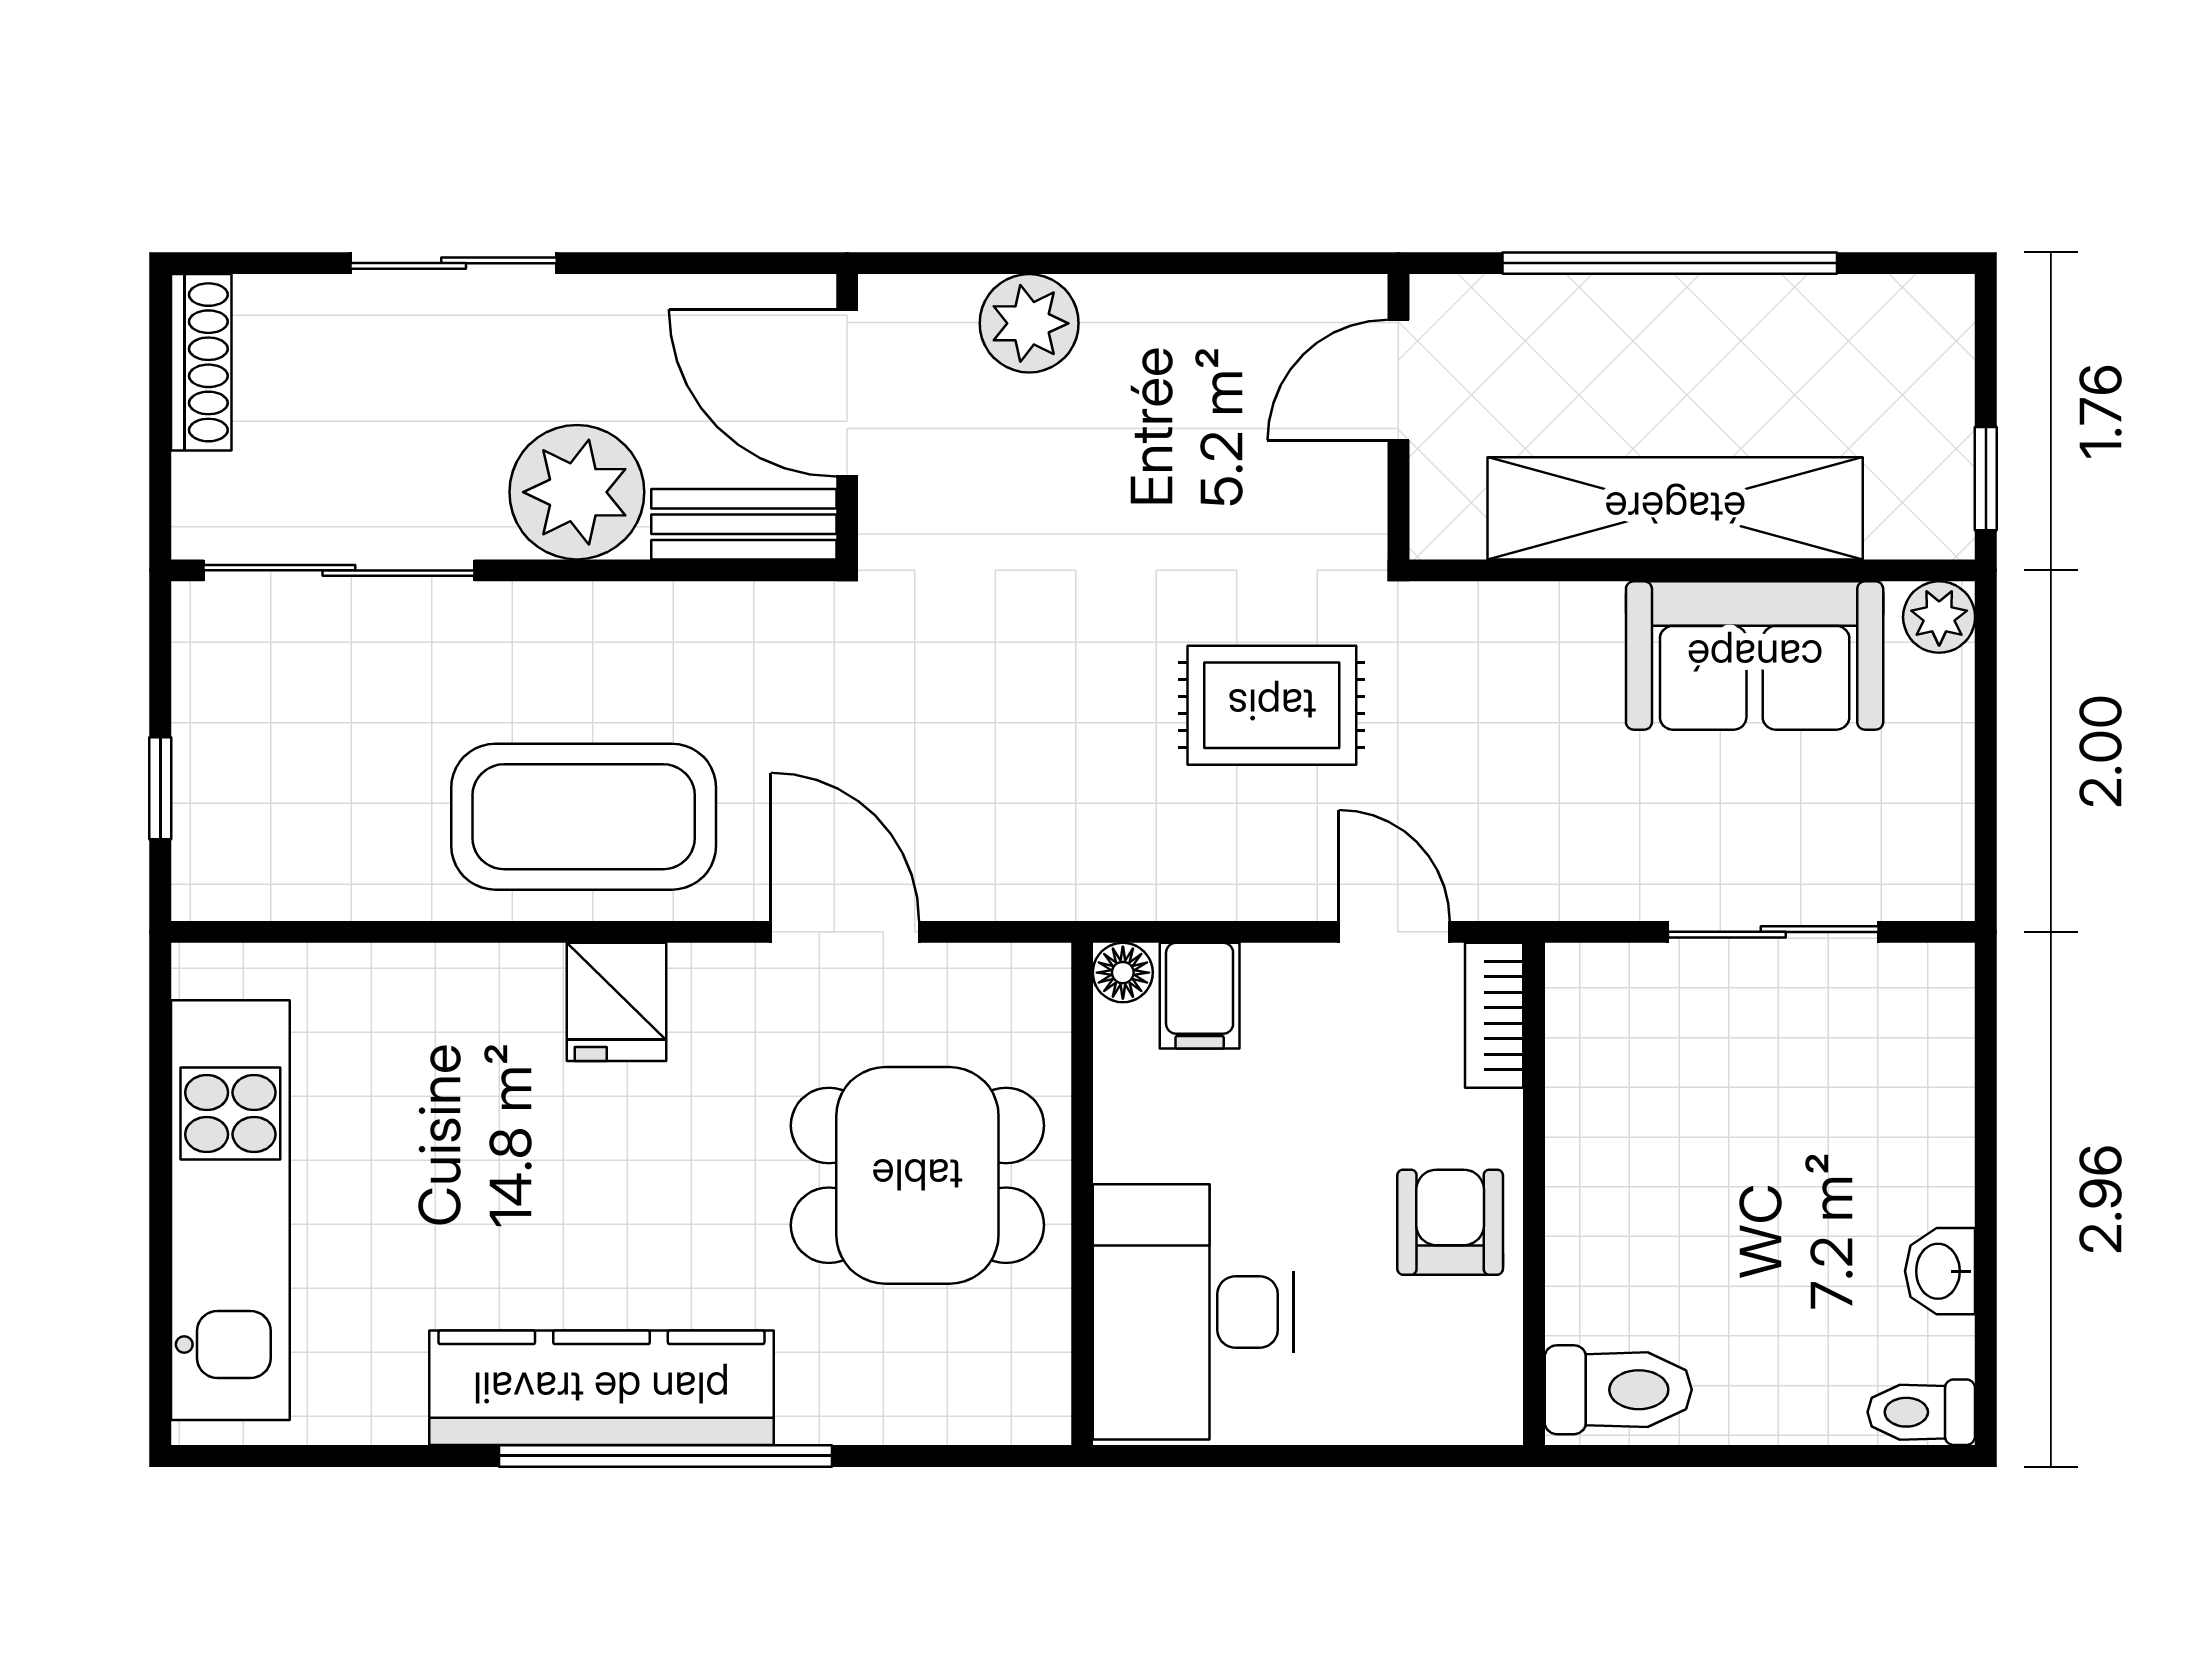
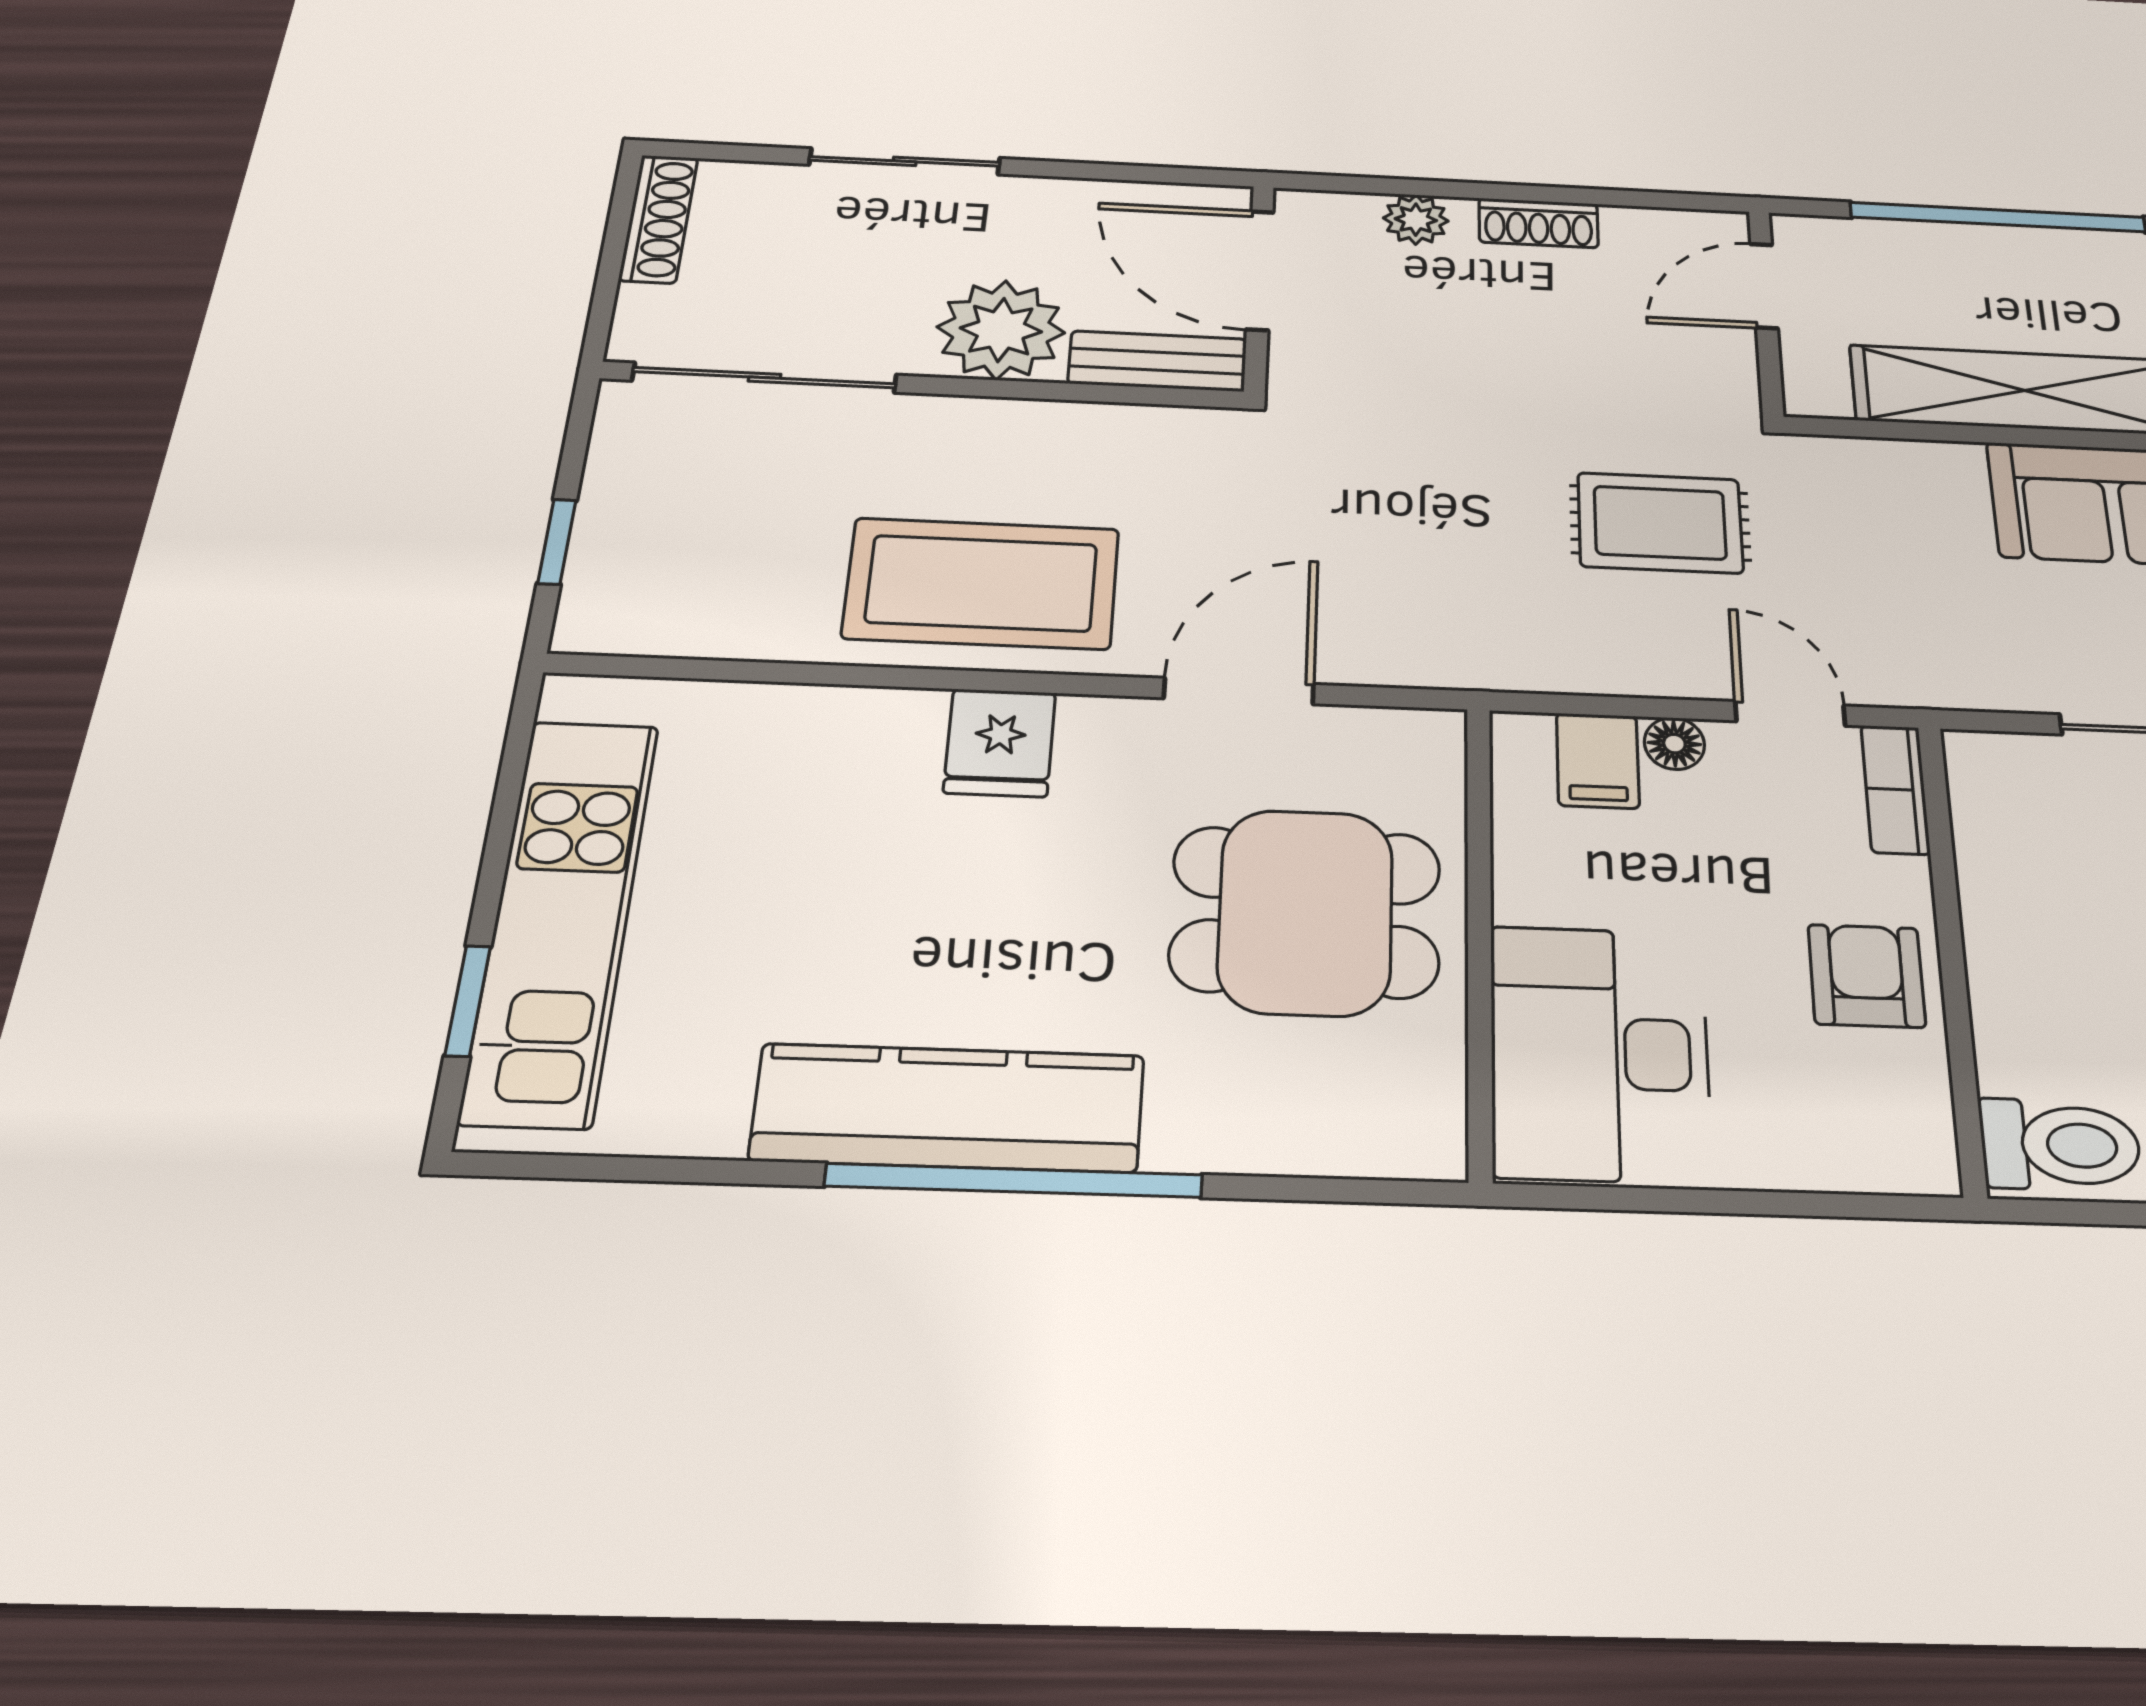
shoe rack: (1151, 306) -> (1538, 223), added
plant: (1029, 323) -> (1416, 220), width x0.73, depth x0.73
door: (845, 932) -> (1239, 691), hinge flipped
floor lamp: (1123, 973) -> (1674, 744), moved
window: (160, 1297) -> (468, 1001), added

